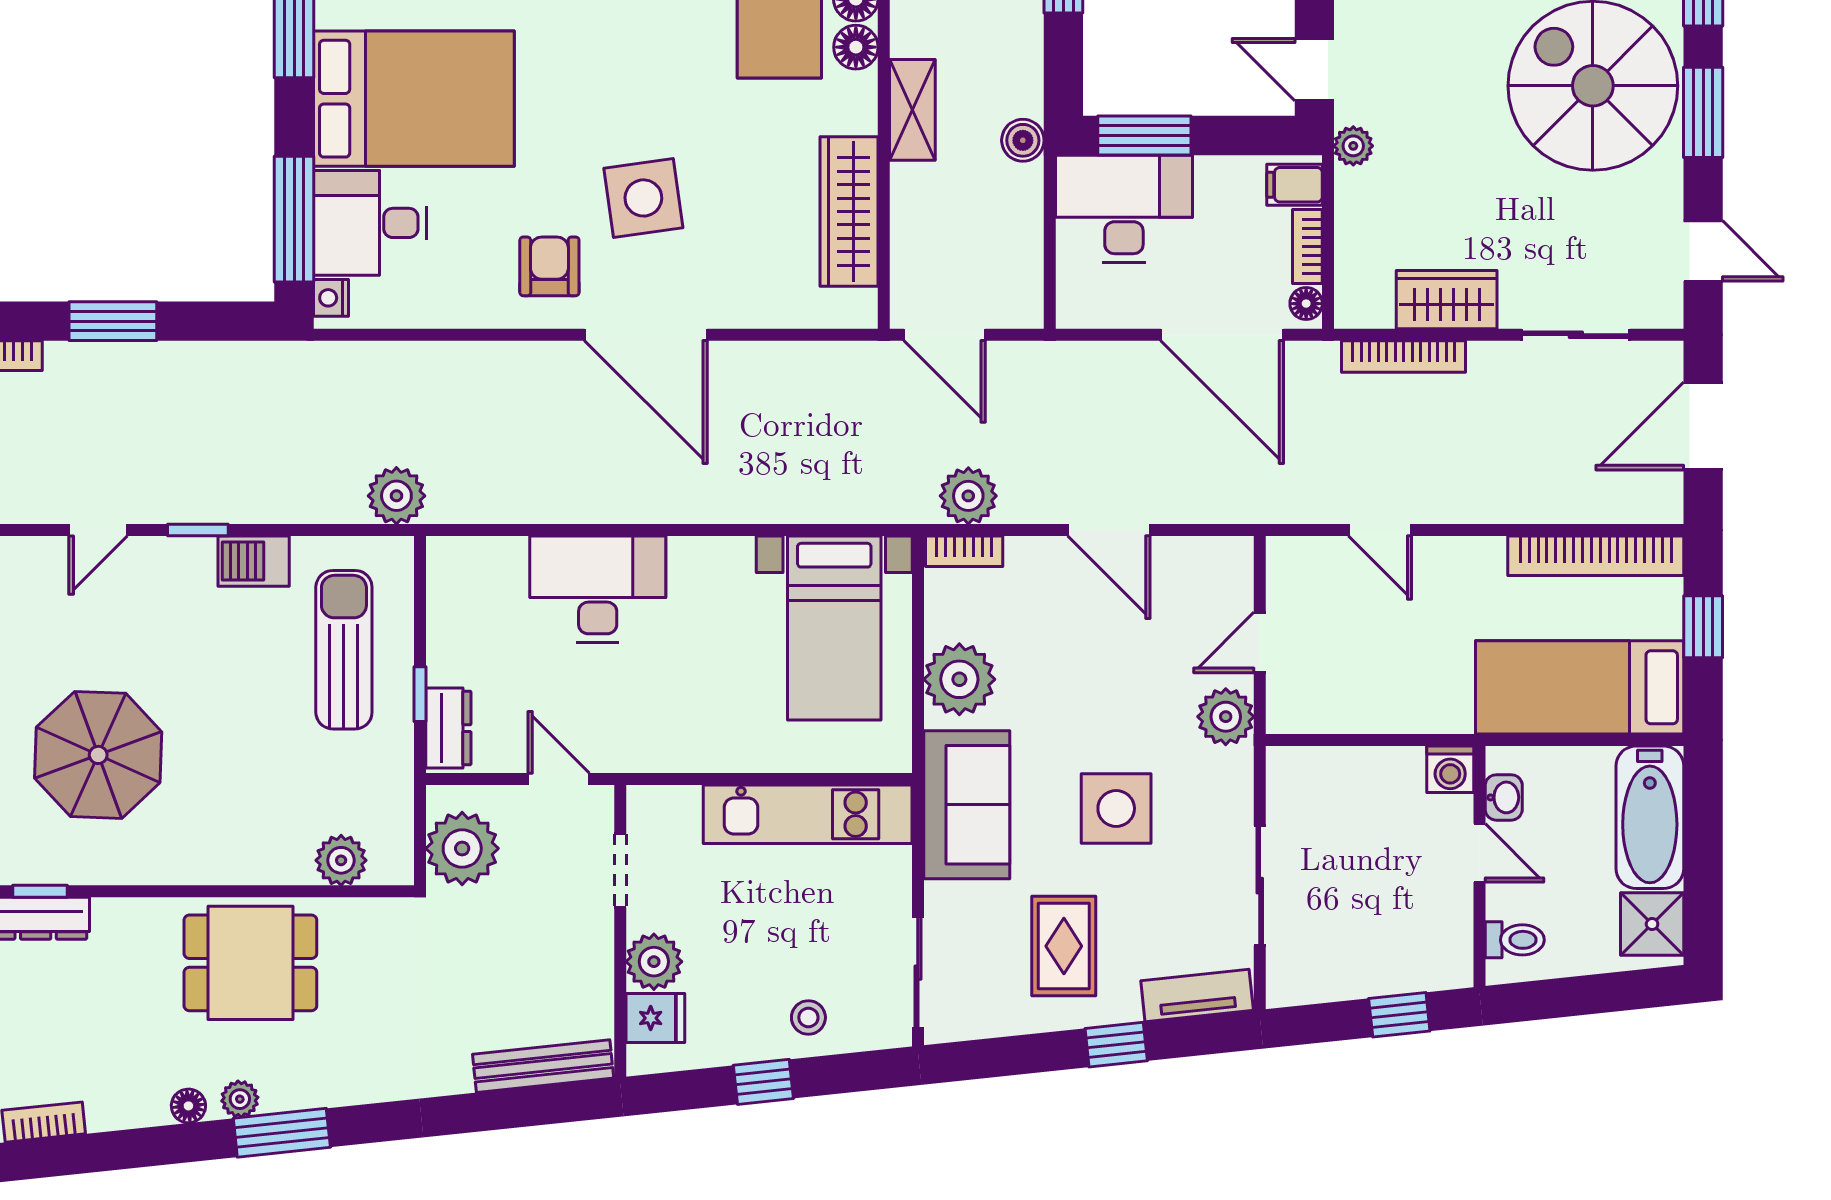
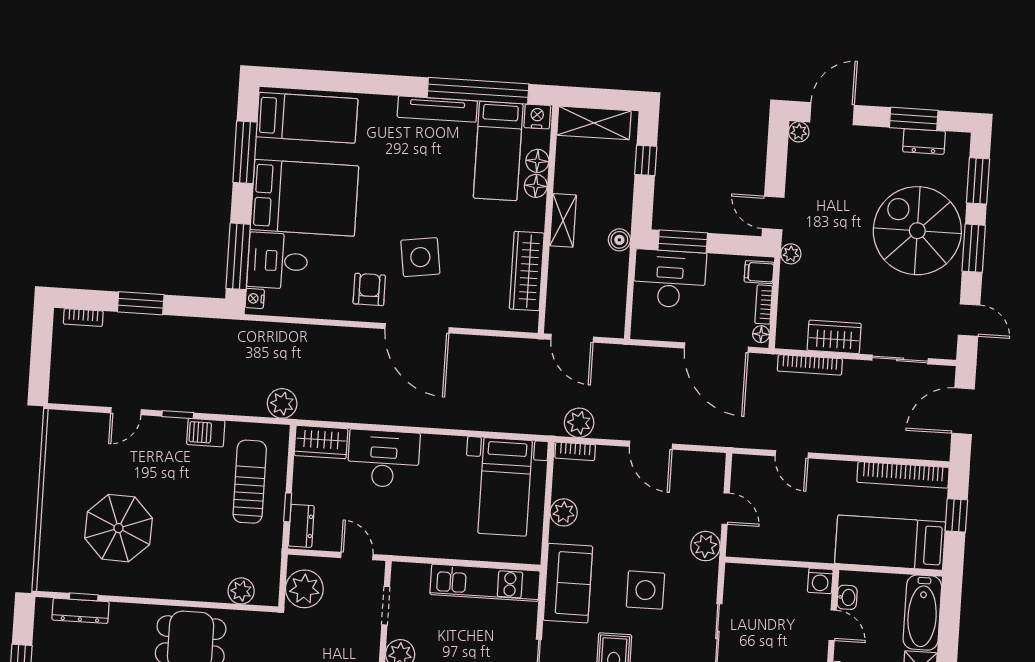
wardrobe: (476, 565) -> (321, 442), added
door: (1260, 642) -> (726, 509), swing flipped
plant: (959, 679) -> (564, 512), width x0.73, depth x0.73

